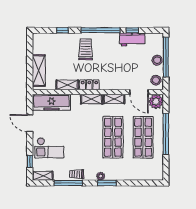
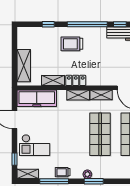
trolley: (86, 49) -> (72, 44), turned -90

